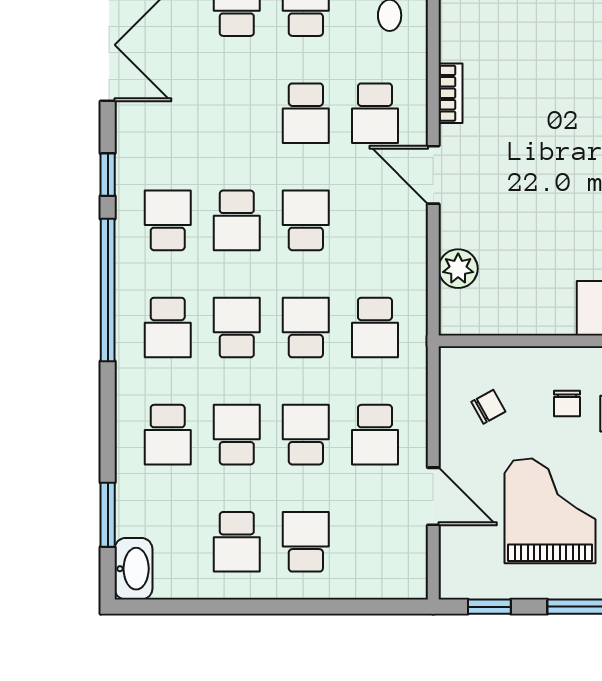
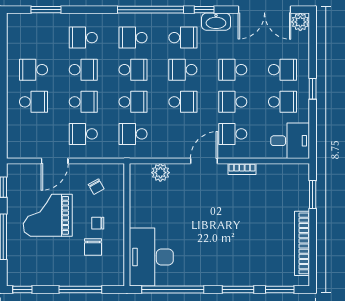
school desk: (237, 113) -> (233, 70), added
grand piano: (550, 511) -> (48, 215), turned 180
washbasin: (134, 569) -> (216, 22), moved

